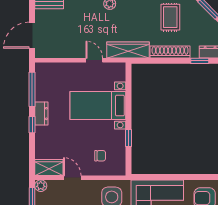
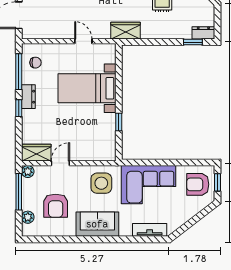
wardrobe: (128, 50) -> (126, 31), width x0.67
shoe rack: (170, 52) -> (162, 33), removed
chair: (100, 156) -> (36, 63), moved
door: (72, 178) -> (60, 163), hinge flipped

